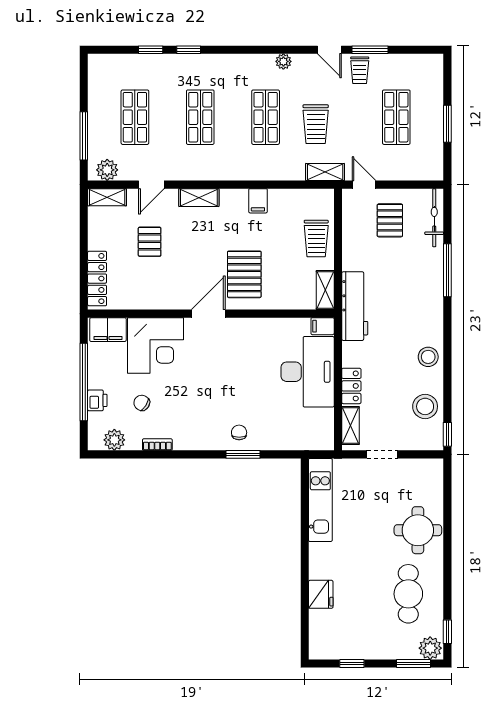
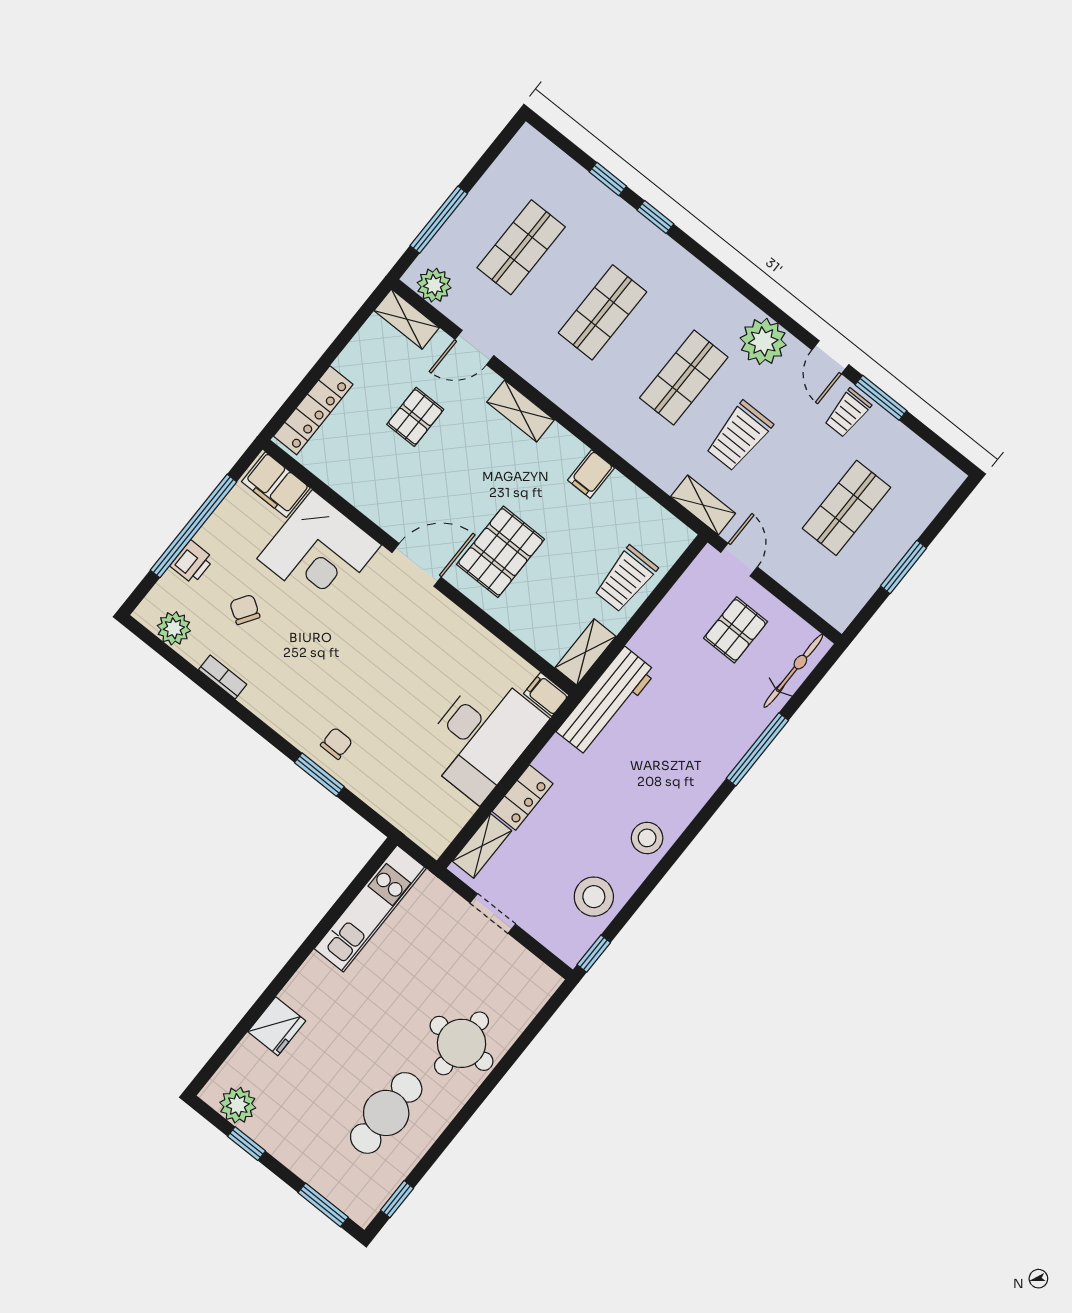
plant: (283, 61) -> (763, 341), width x1.88, depth x1.88
plant: (430, 648) -> (238, 1105), moved

